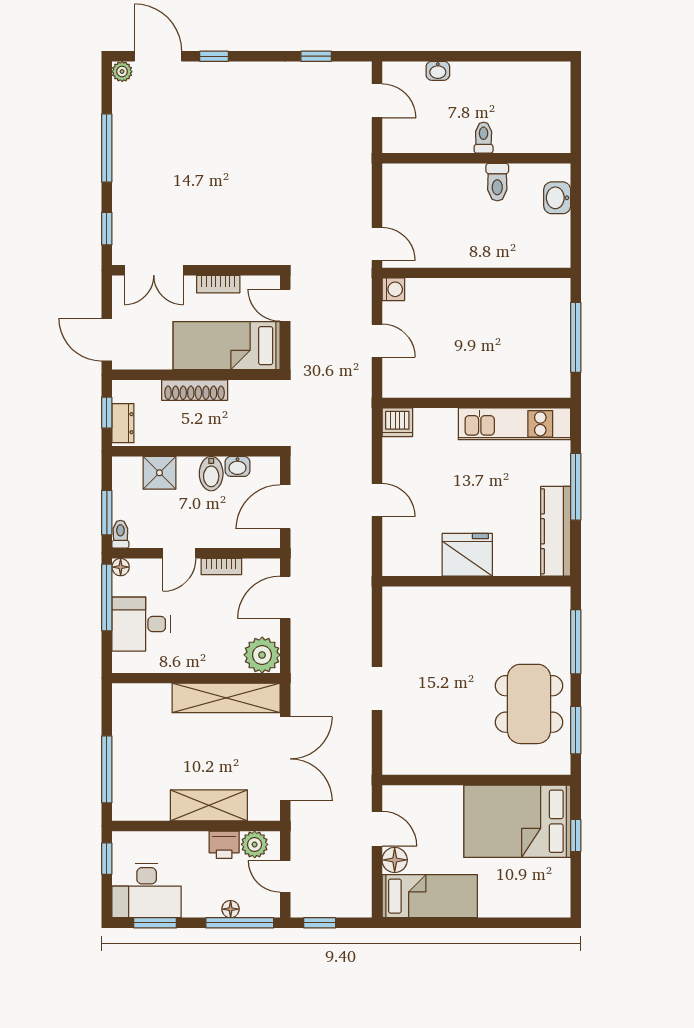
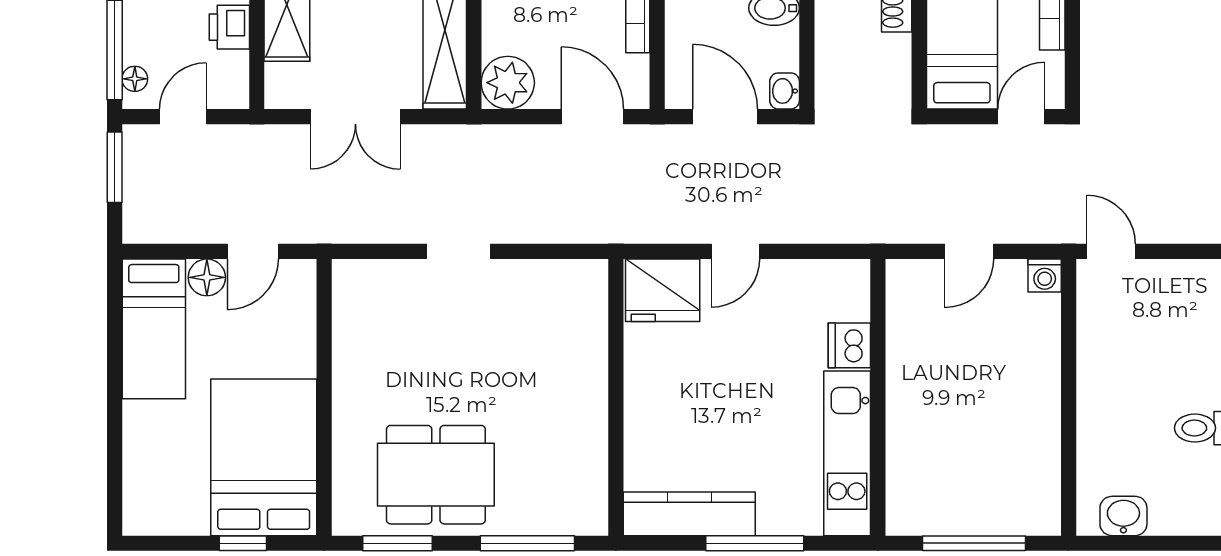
washbasin: (557, 198) -> (1123, 516), moved
door: (377, 244) -> (1111, 251), swing flipped
dishwasher: (397, 422) -> (849, 345), moved
washbasin: (237, 466) -> (785, 91), moved
fridge: (467, 555) -> (663, 290), moved, turned 90
double door: (285, 759) -> (355, 117), width x0.73
plant: (255, 844) -> (230, 72), removed
floor lamp: (231, 909) -> (135, 79), moved
window: (320, 923) -> (115, 167), width x1.50

